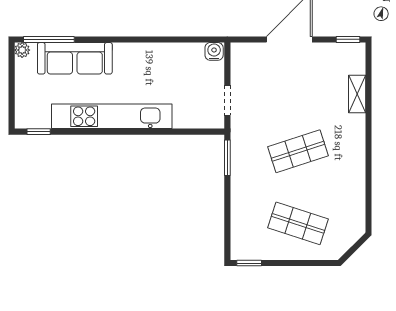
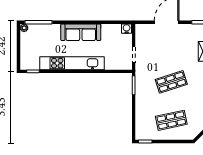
sofa: (75, 58) -> (81, 32), moved
shop shelf: (298, 223) -> (171, 120), turned -30

